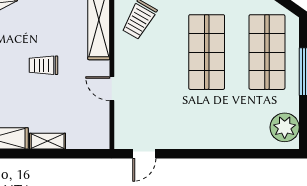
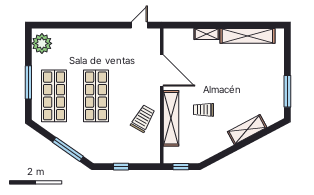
trolley: (43, 65) -> (204, 110), moved, turned 180
door: (112, 89) -> (162, 70), width x1.87

